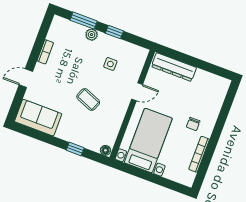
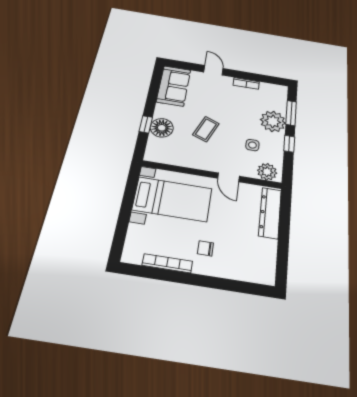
plant: (92, 35) -> (273, 121), width x1.88, depth x1.88
plant: (138, 59) -> (267, 172), added
floor lamp: (105, 150) -> (162, 128), moved, width x1.89, depth x1.89

